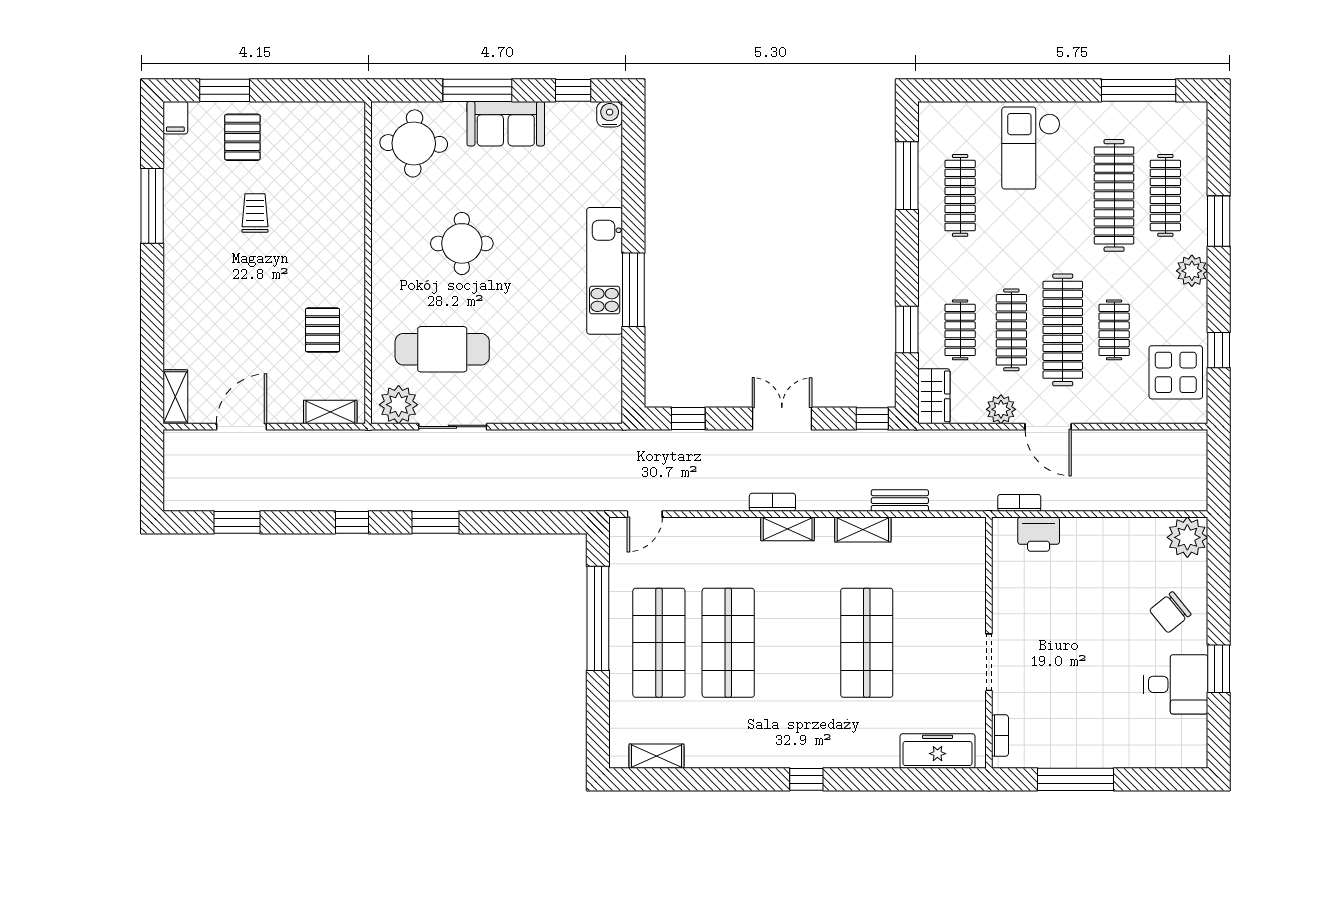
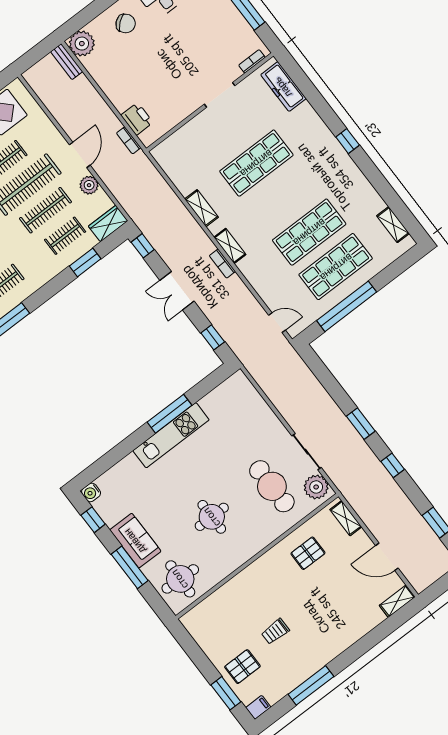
bench: (900, 501) -> (67, 62), moved

